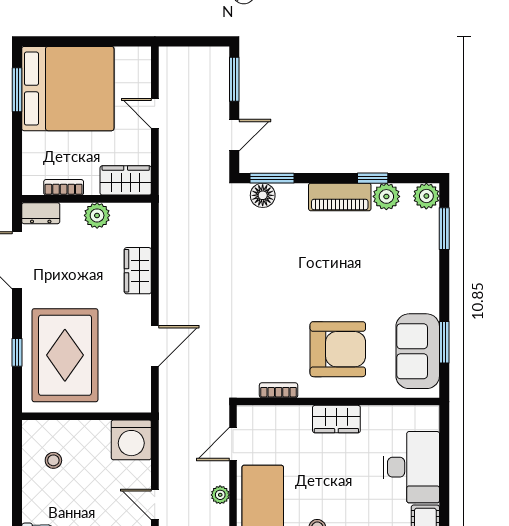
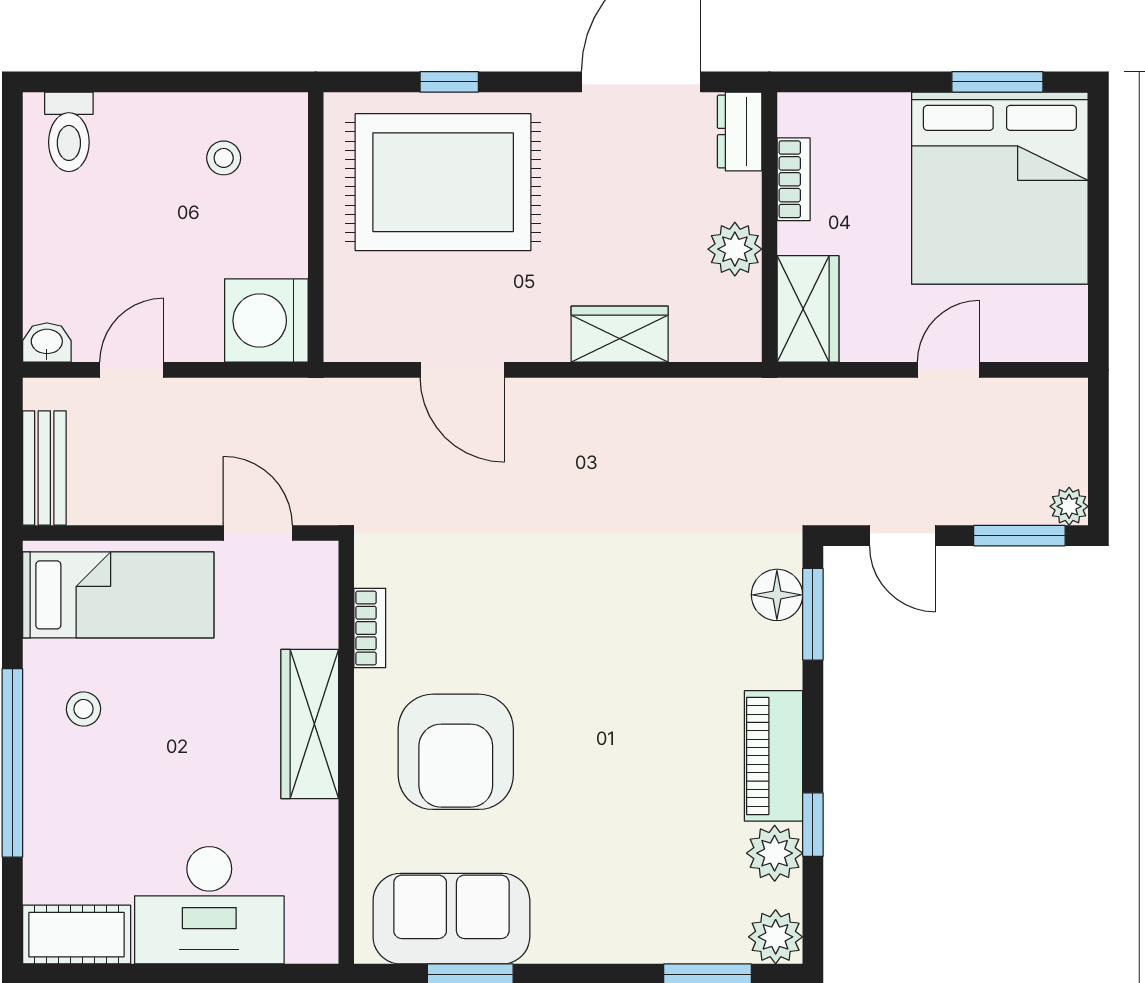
wardrobe: (336, 419) -> (310, 724), width x1.50
plant: (220, 495) -> (1069, 506), moved

